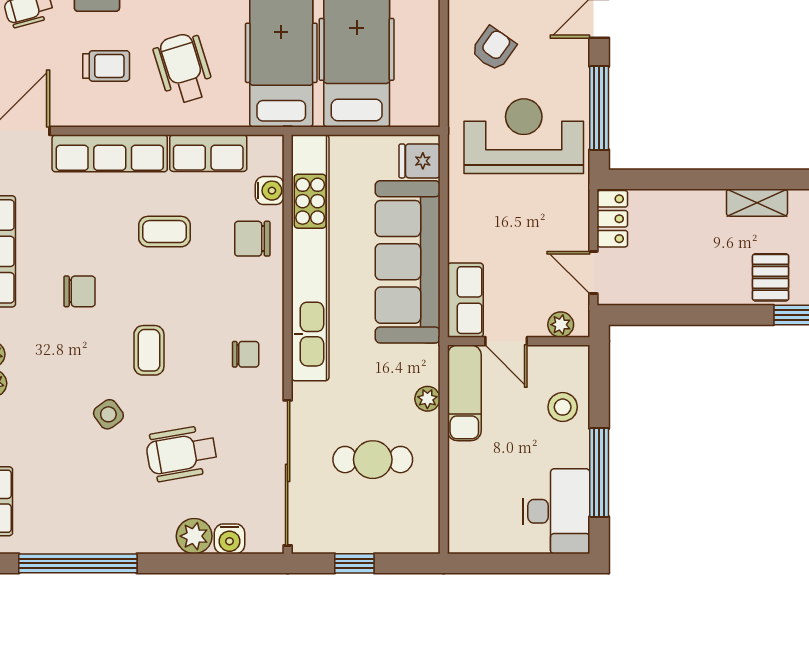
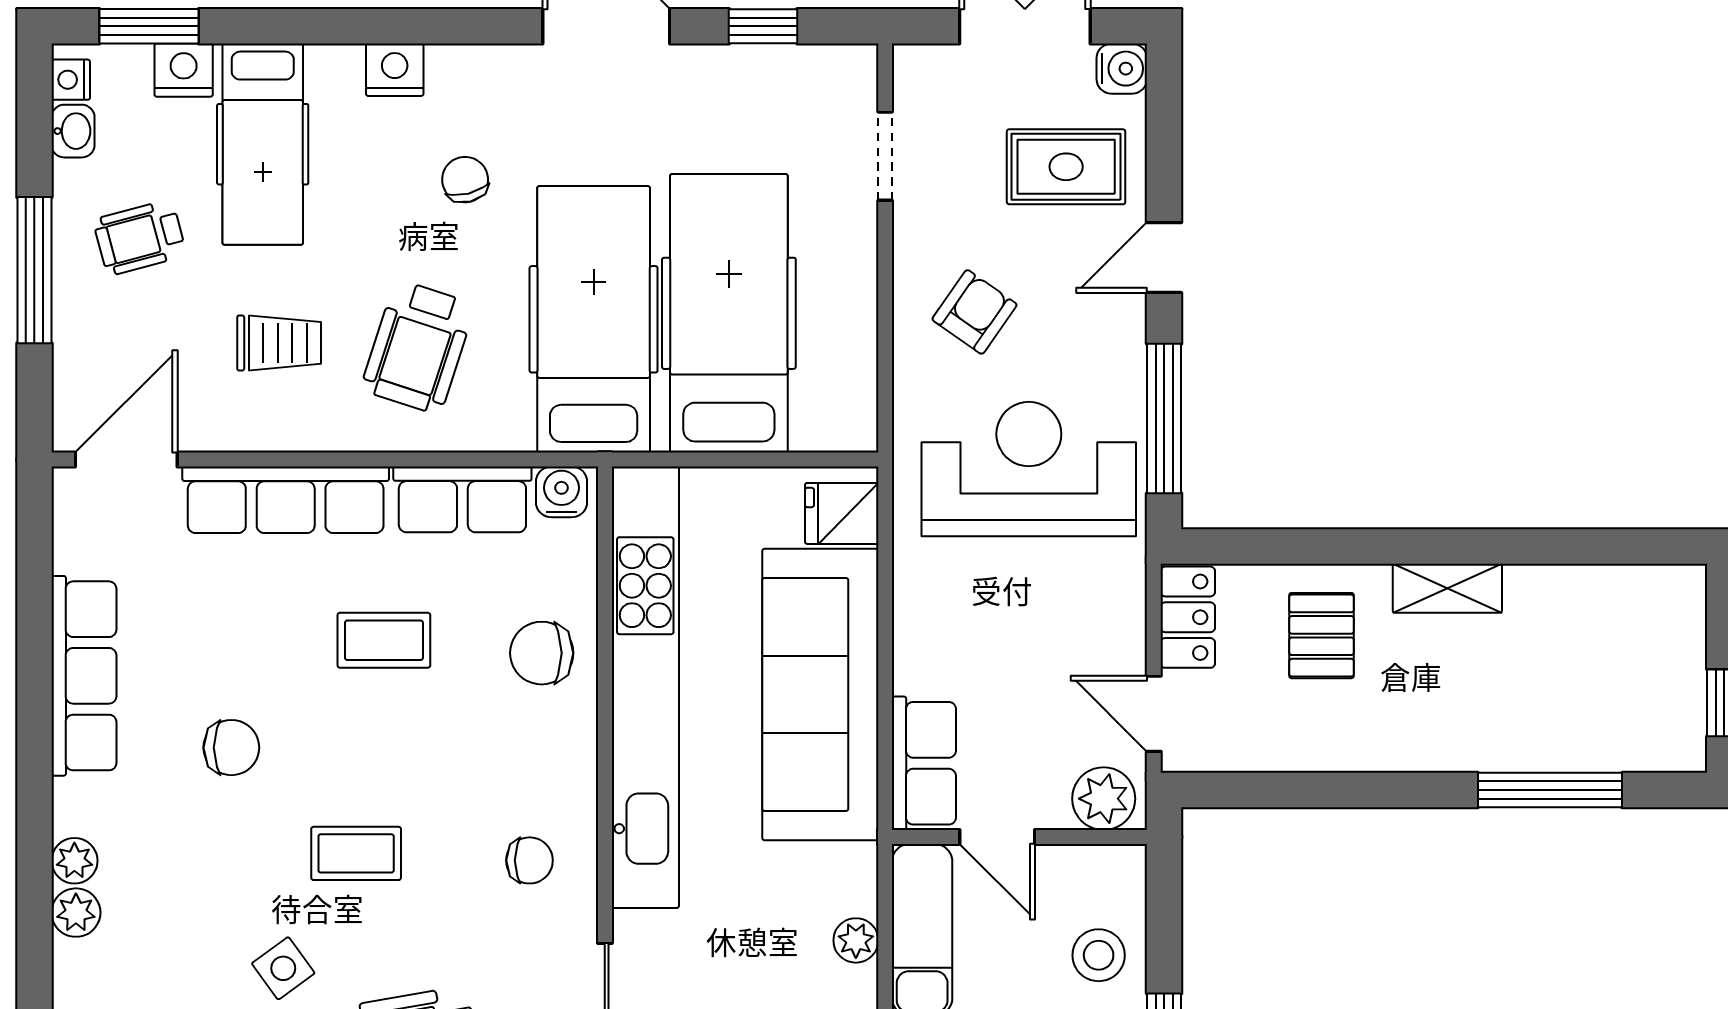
wheelchair: (183, 68) -> (418, 347), turned -145
water cooler: (270, 191) -> (562, 492), moved, turned -90
pallet: (771, 277) -> (1322, 636), moved
plant: (561, 325) -> (1104, 799), width x1.38, depth x1.38
coffee table: (149, 350) -> (356, 853), turned 90

